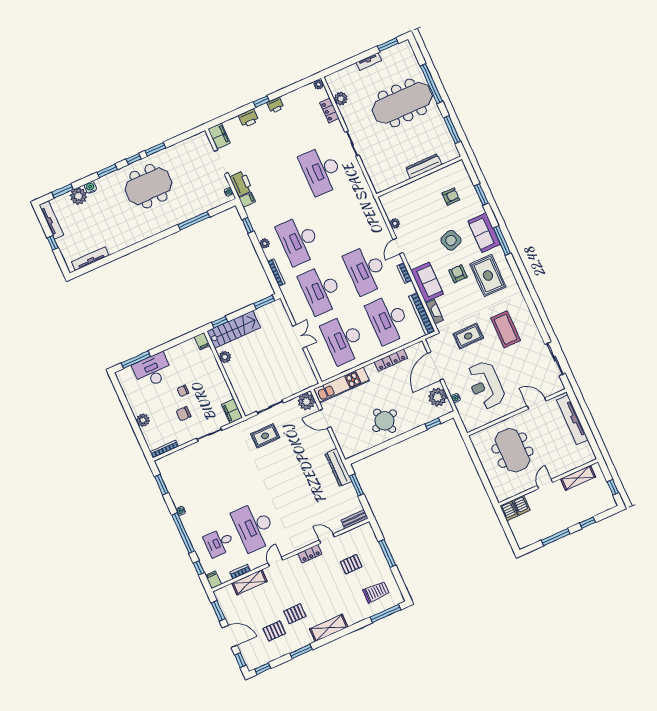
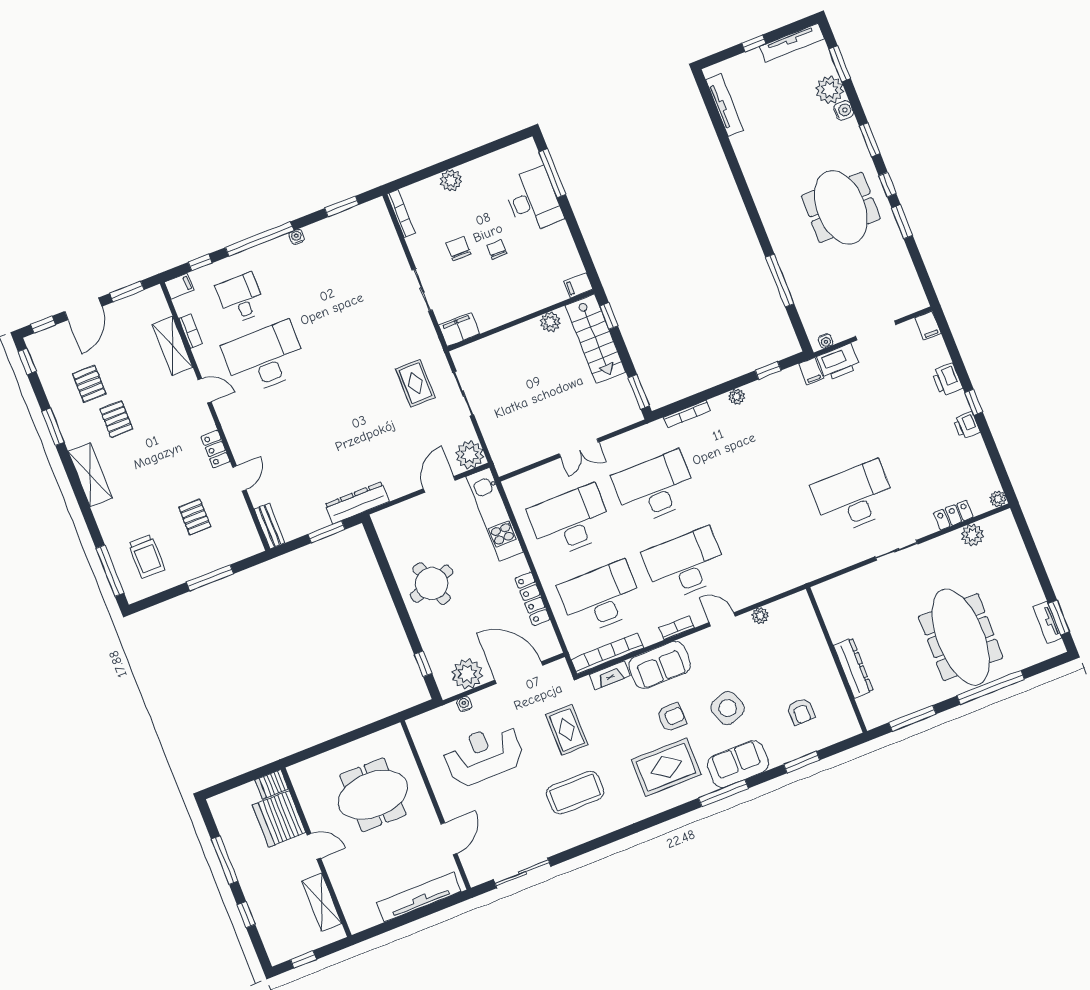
tv unit: (369, 62) -> (1047, 622), moved
filing cabinet: (219, 136) -> (928, 326), width x0.50
desk: (299, 240) -> (739, 454), removed
server rack: (521, 505) -> (279, 819), width x2.18, depth x1.44

